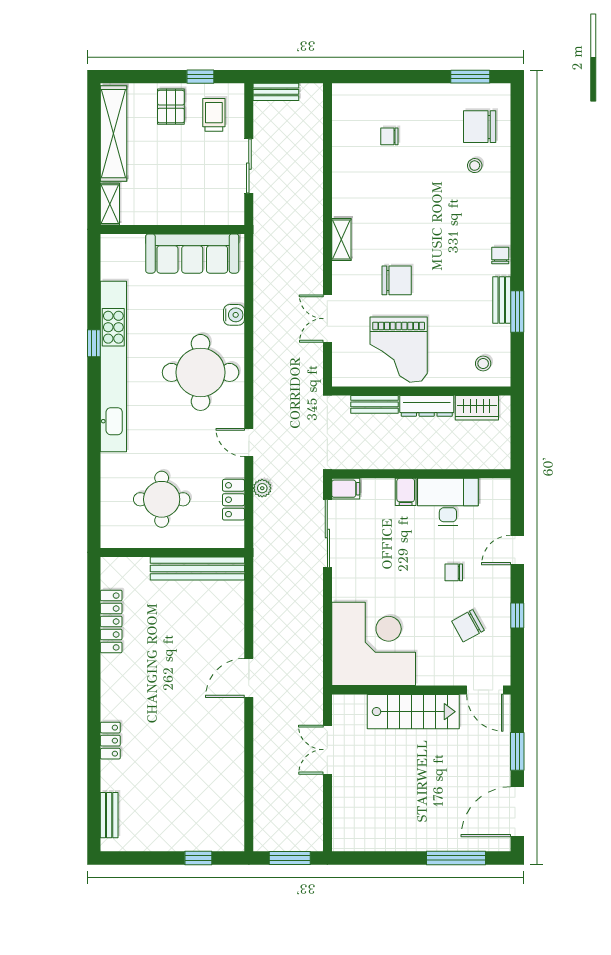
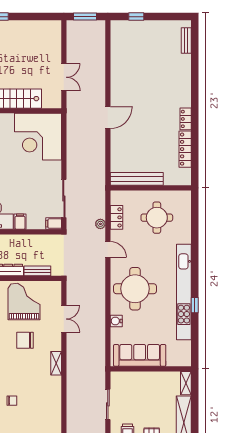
chair: (389, 136) -> (12, 401), moved
locker: (110, 741) -> (186, 119), moved

